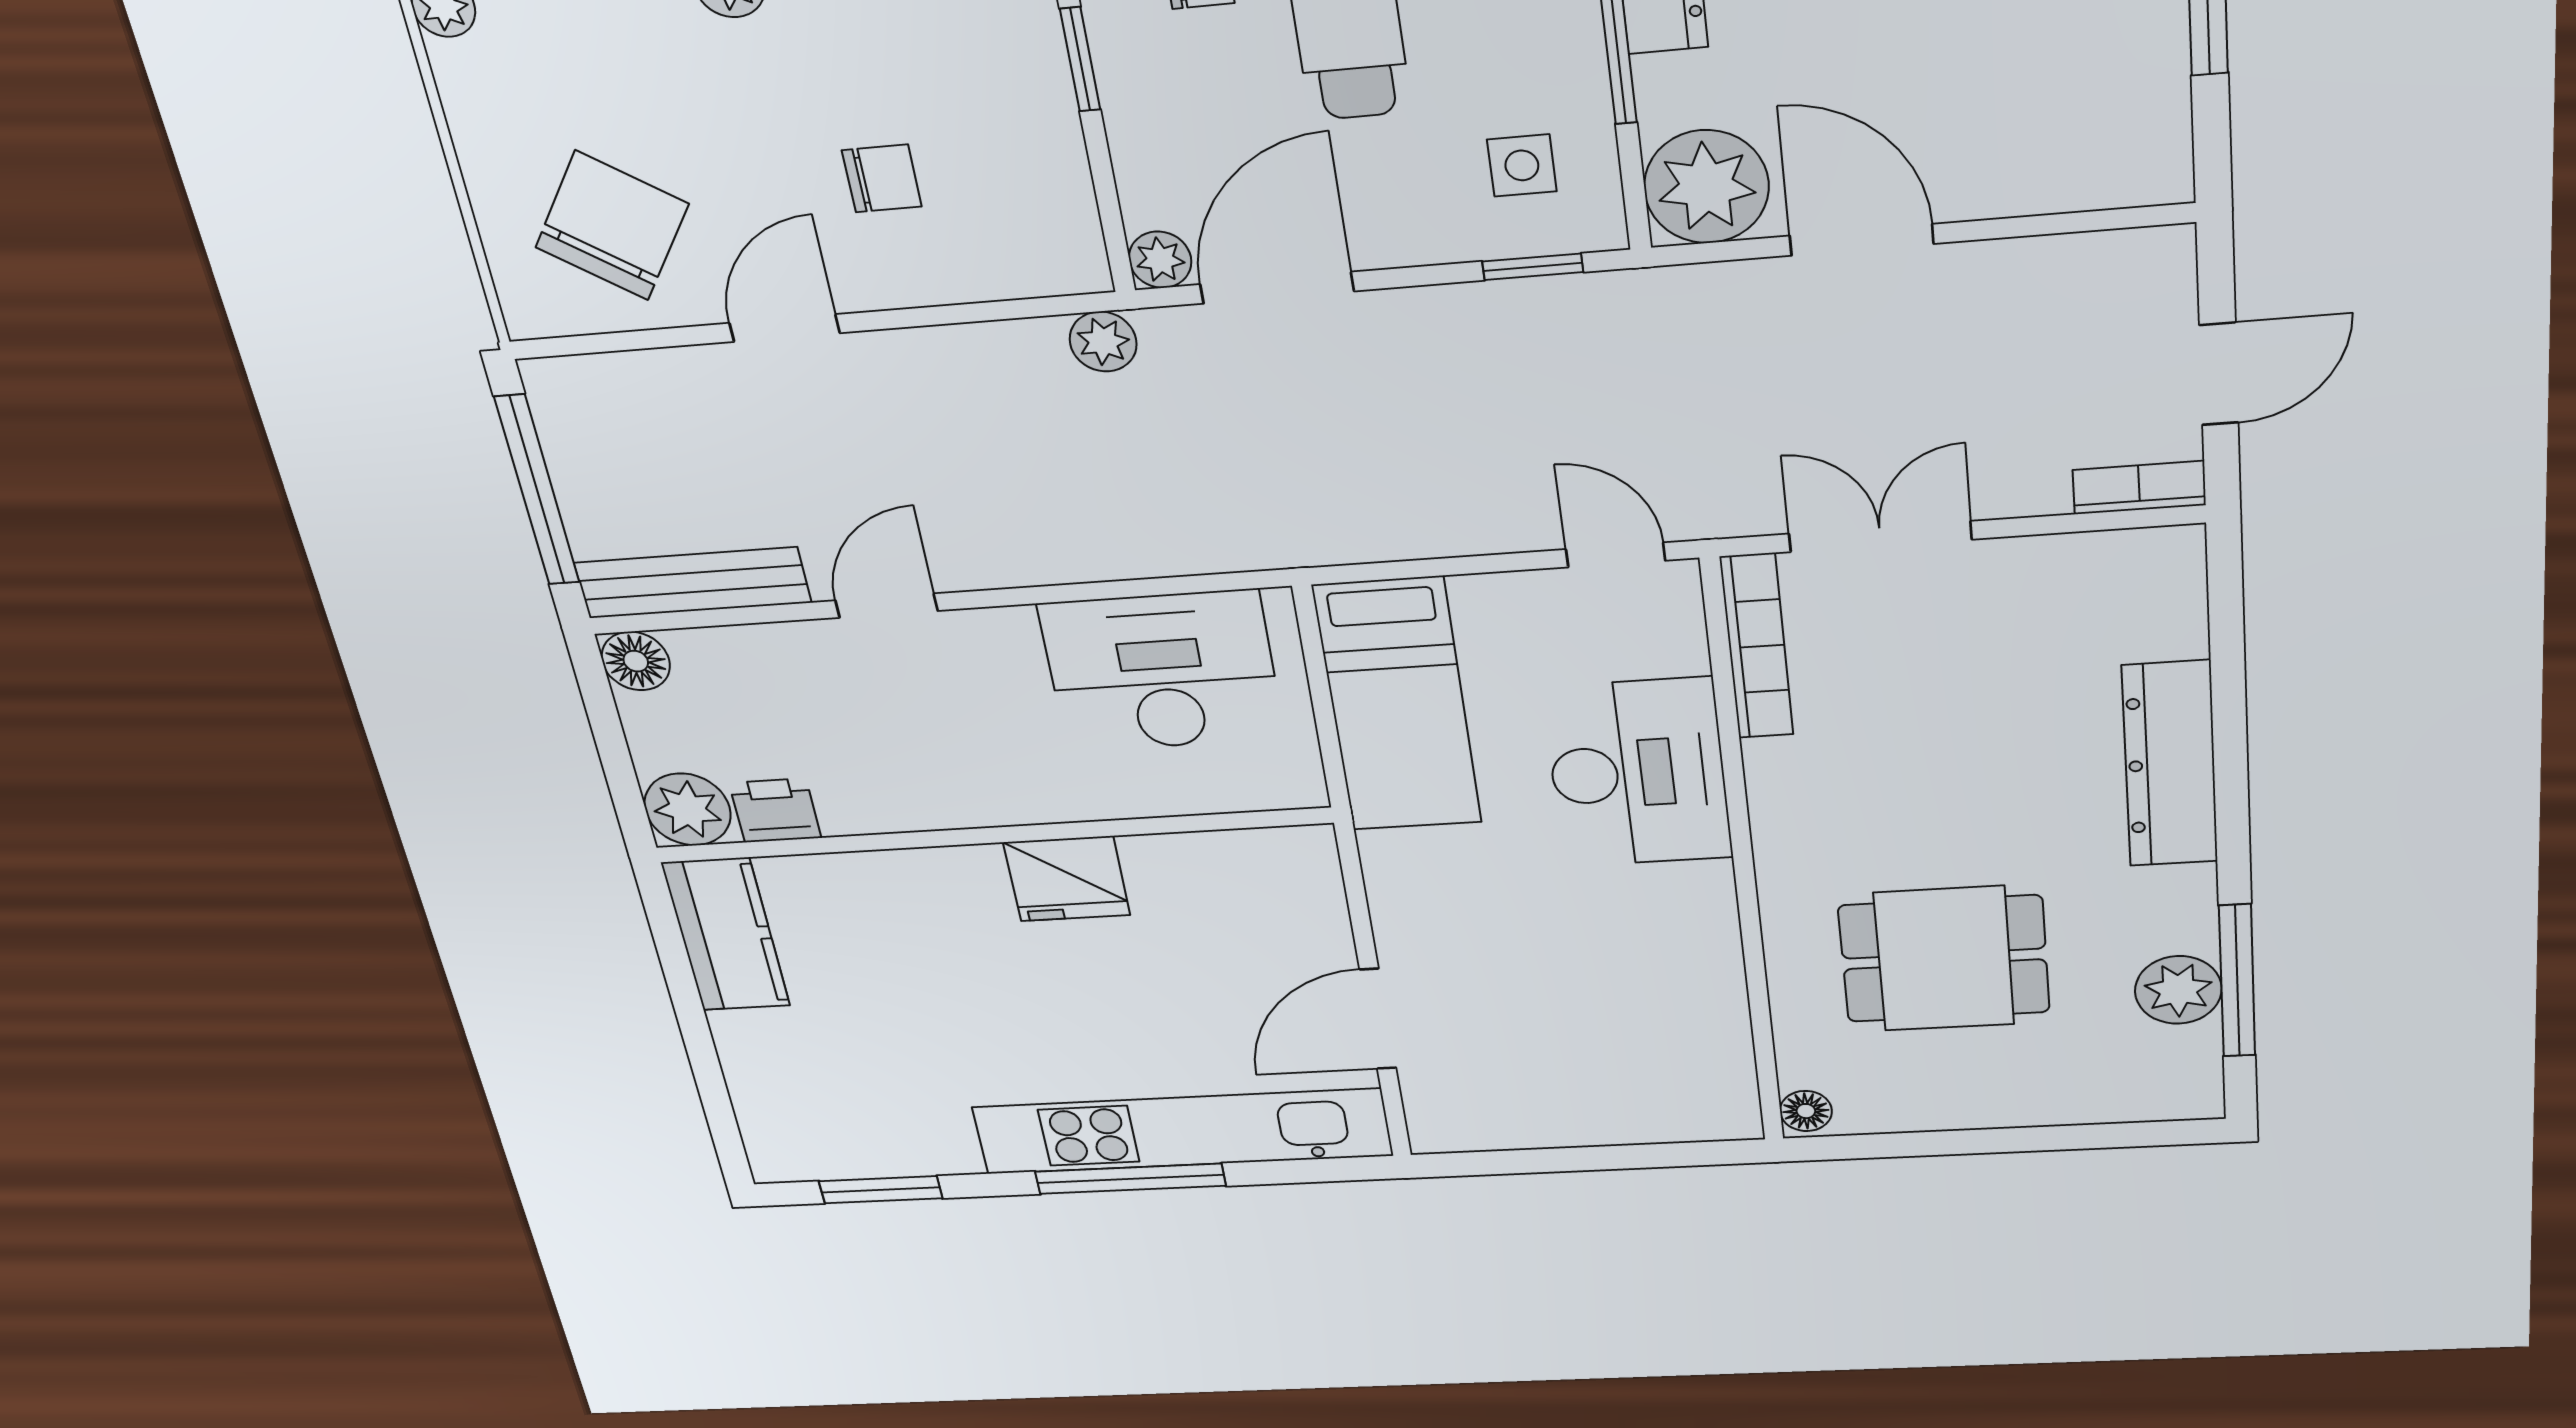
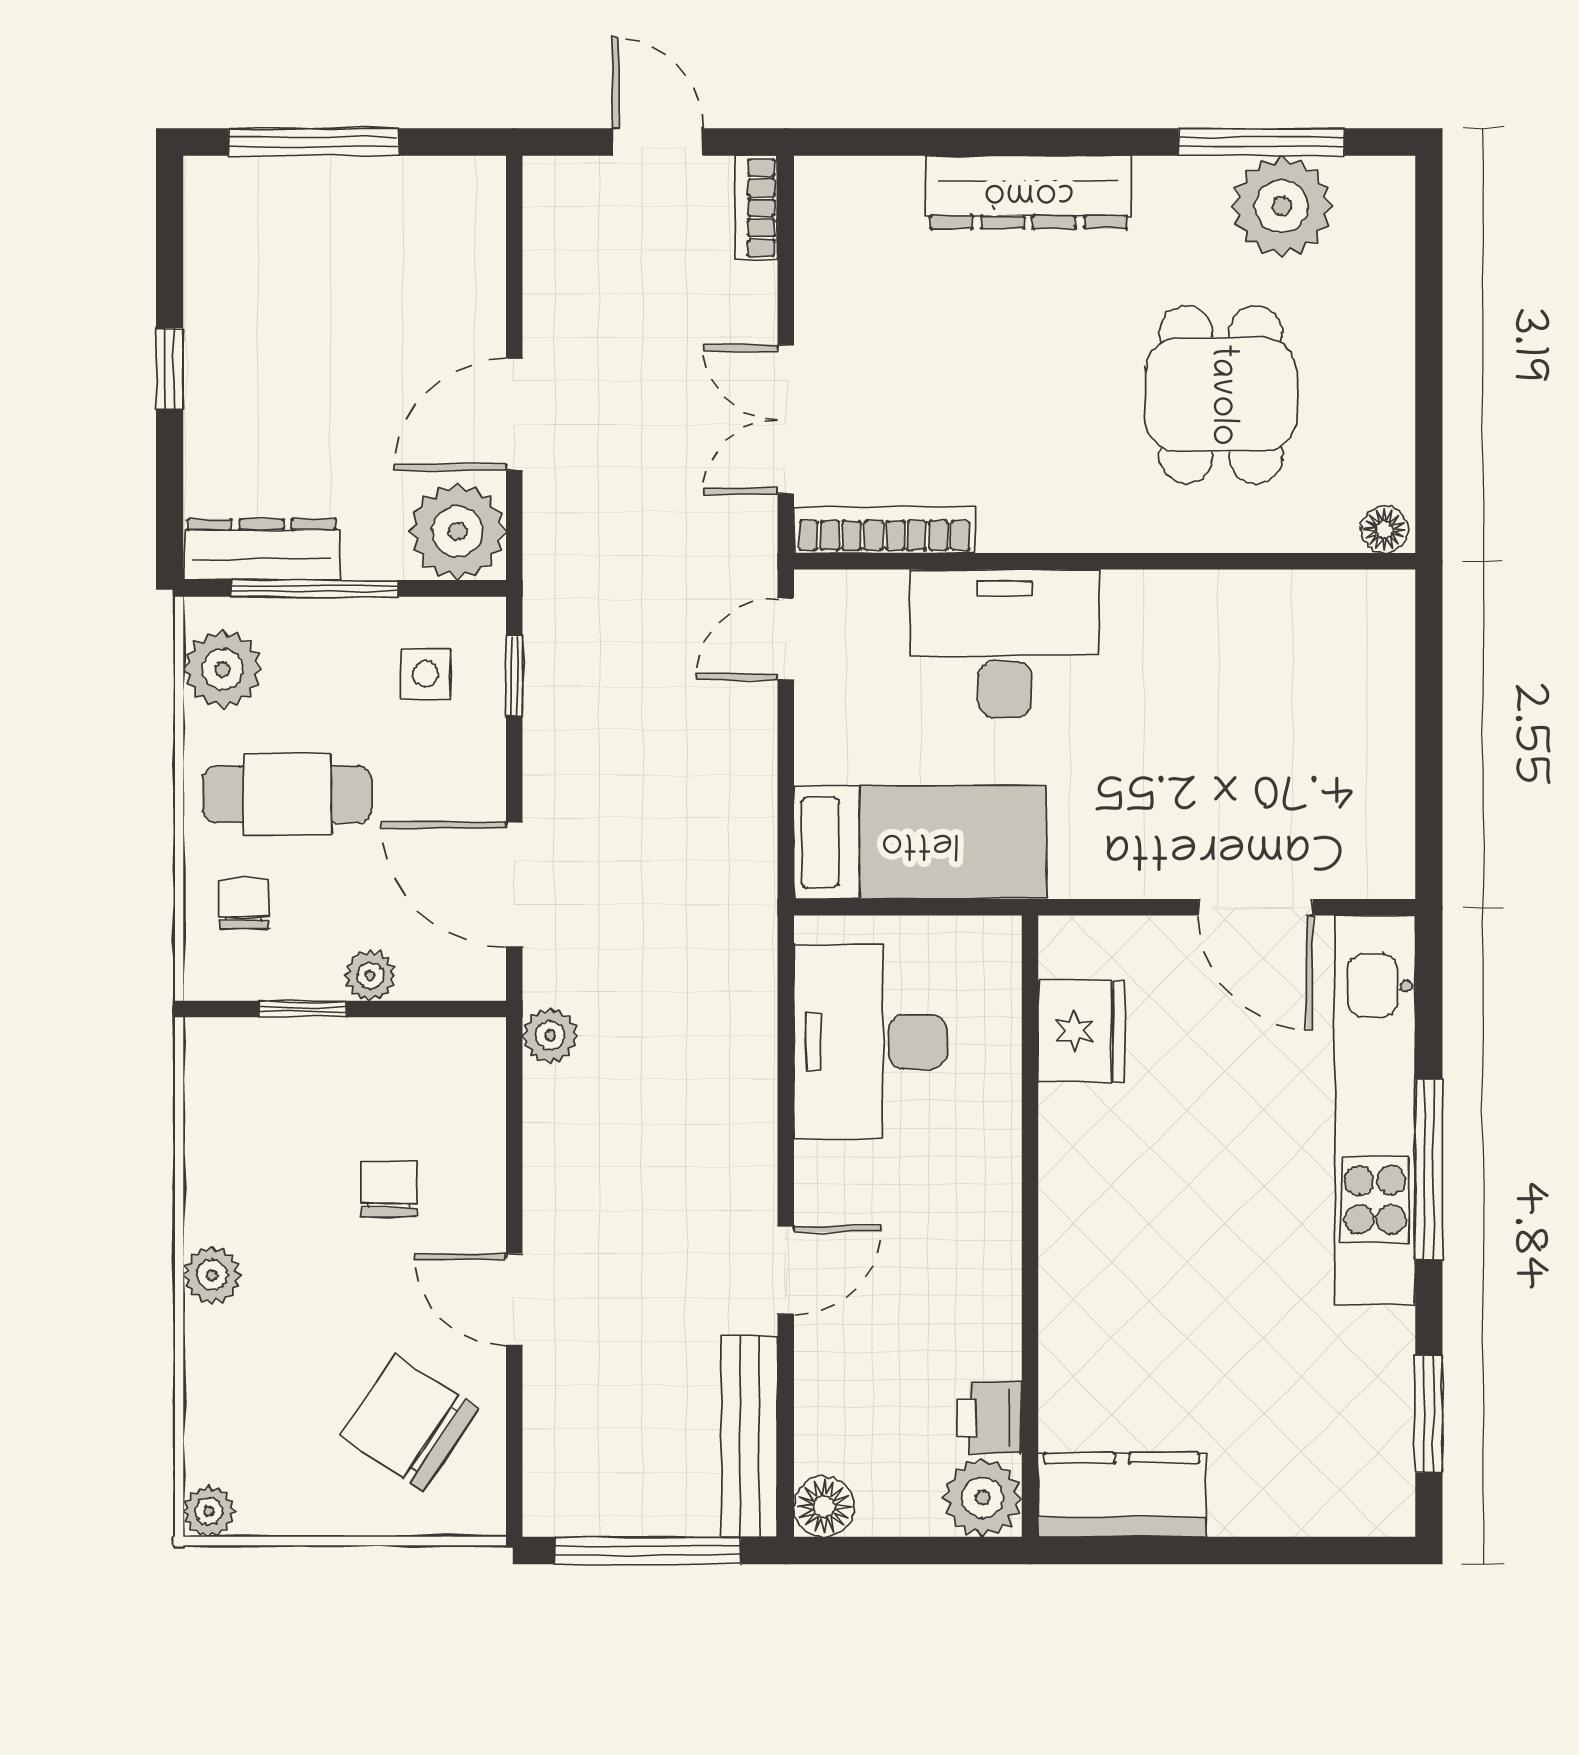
plant: (1160, 260) -> (370, 976), moved
door: (887, 606) -> (786, 1270), swing flipped
fridge: (1067, 879) -> (1082, 1031), moved
plant: (2178, 990) -> (1282, 206), width x1.36, depth x1.36

